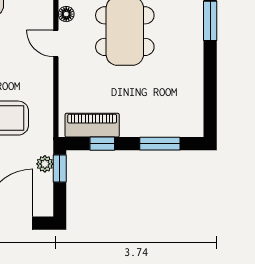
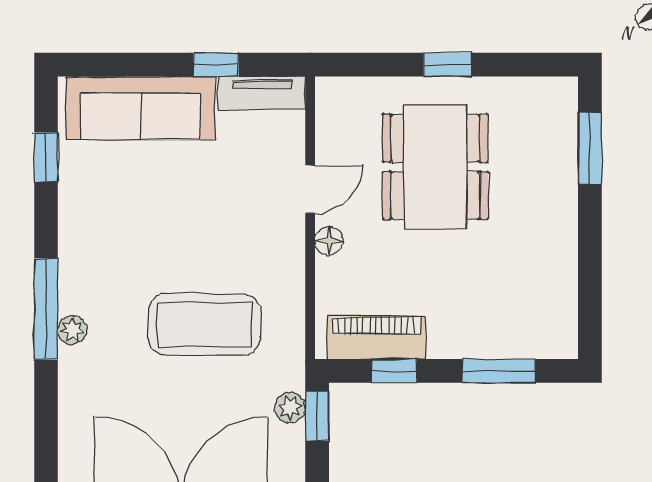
floor lamp: (66, 14) -> (329, 241), moved
door: (56, 44) -> (310, 189), swing flipped

